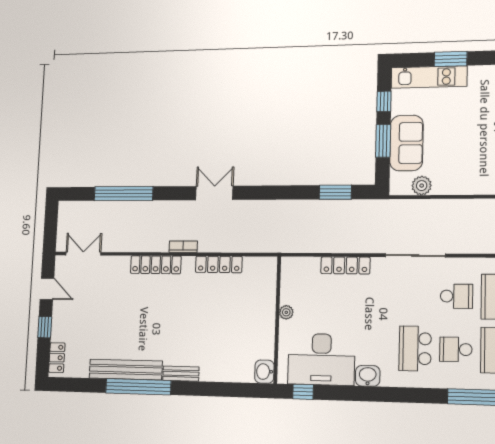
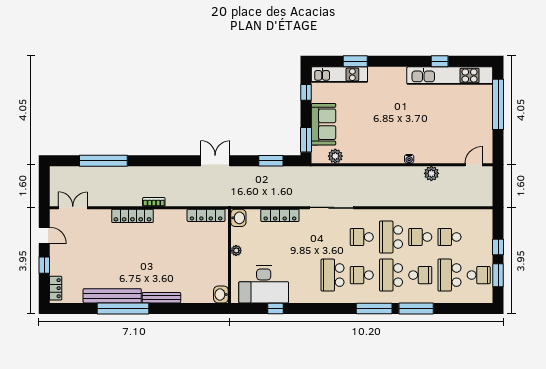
window: (383, 141) -> (306, 140), moved
double door: (214, 193) -> (215, 161), moved
locker: (219, 264) -> (206, 215), moved
school desk: (456, 296) -> (362, 237), turned 180
bench: (181, 374) -> (161, 298), width x1.36
washbasin: (368, 376) -> (238, 218), moved, turned 90
window: (303, 392) -> (275, 308), moved

